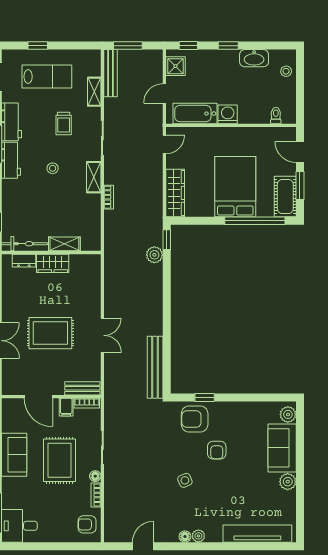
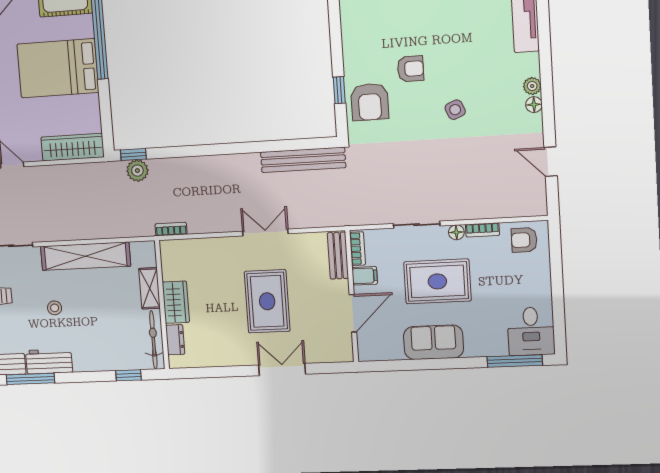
shelving: (94, 177) -> (85, 256), width x2.20, depth x1.33
bookcase: (109, 197) -> (171, 229), moved
plant: (154, 255) -> (137, 171), moved
armchair: (87, 524) -> (524, 240), turned 90

